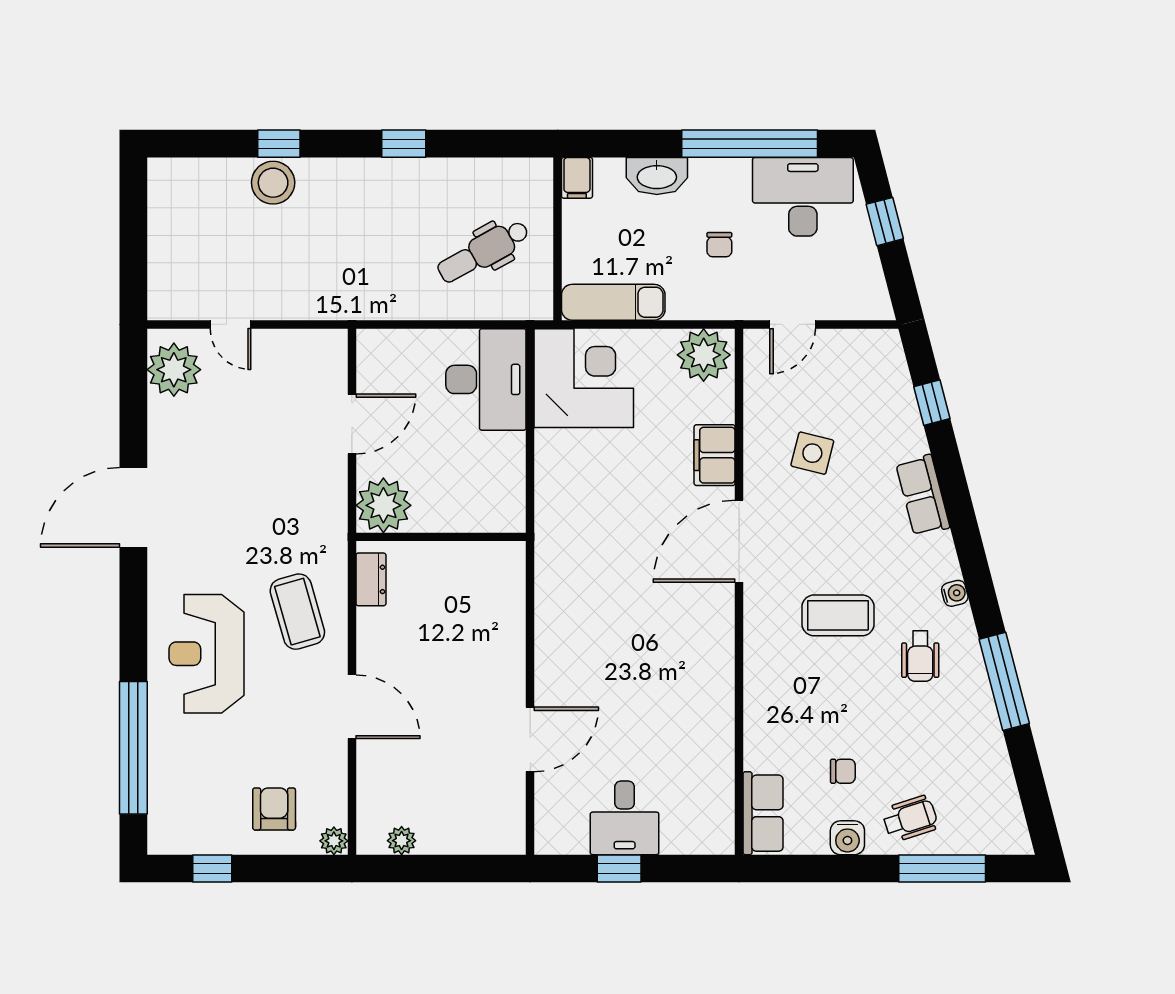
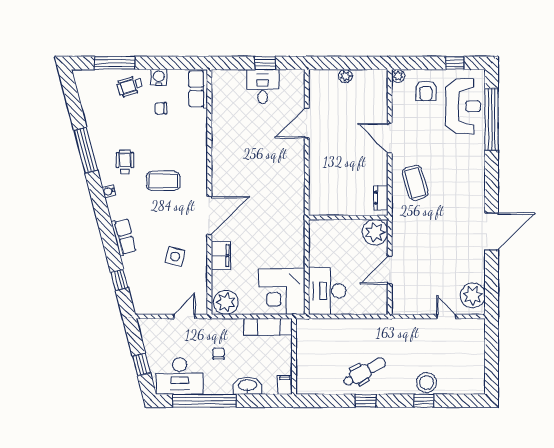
dental chair: (483, 251) -> (364, 372), moved
reception desk: (207, 654) -> (463, 106), moved
plant: (402, 841) -> (345, 76), moved

